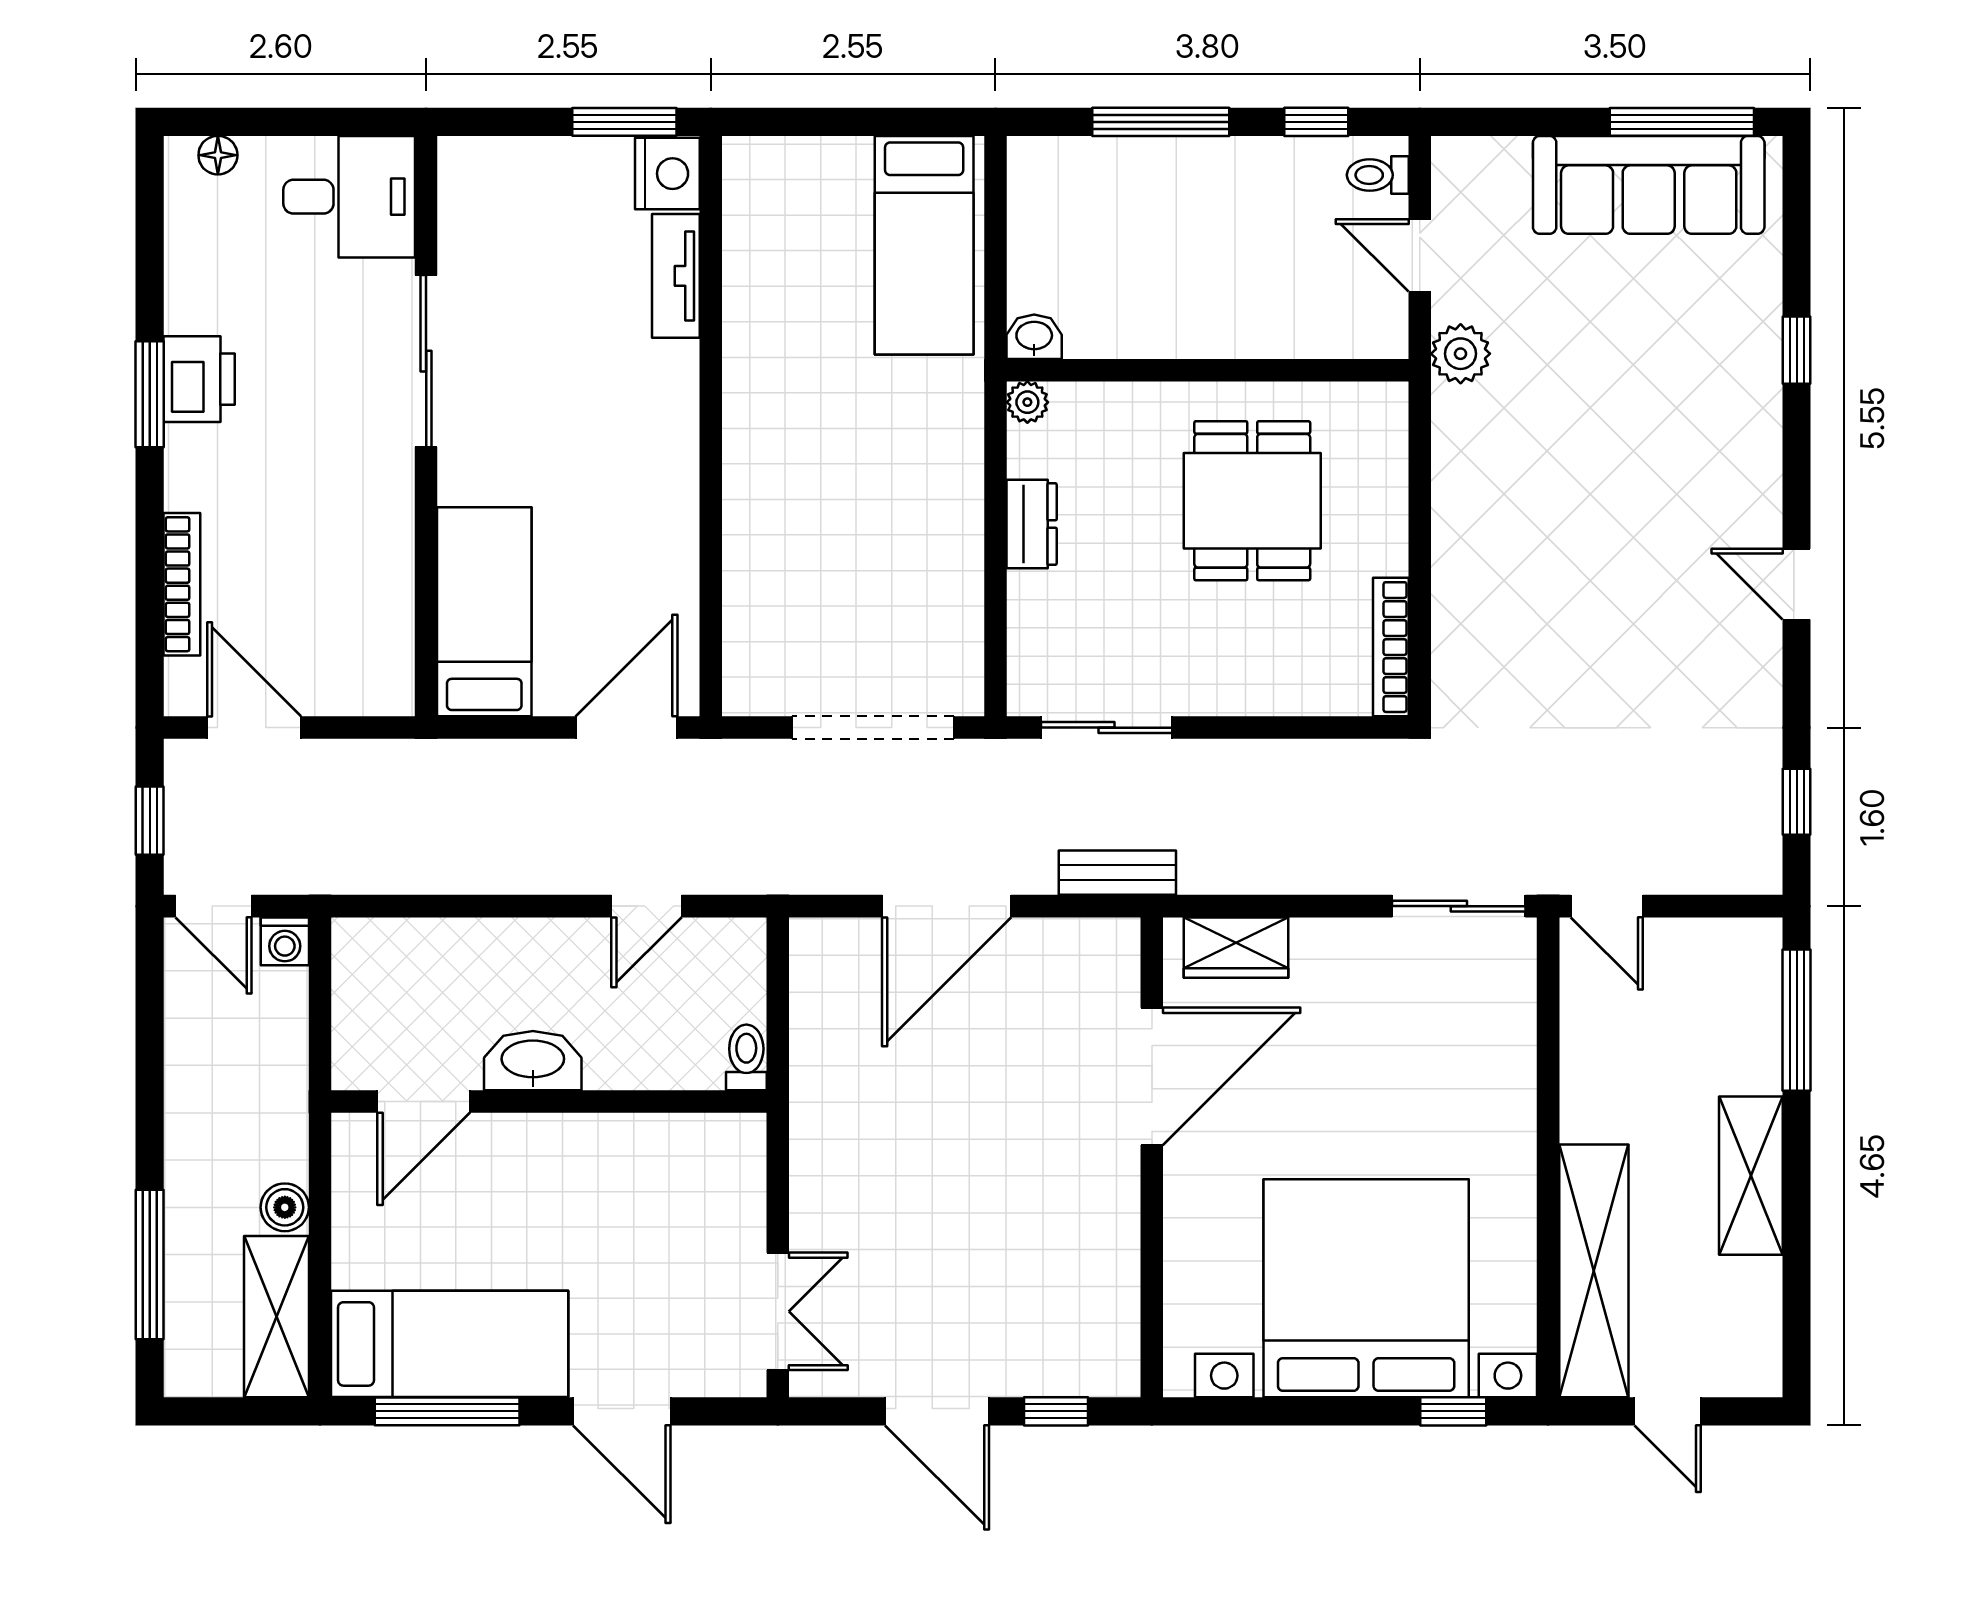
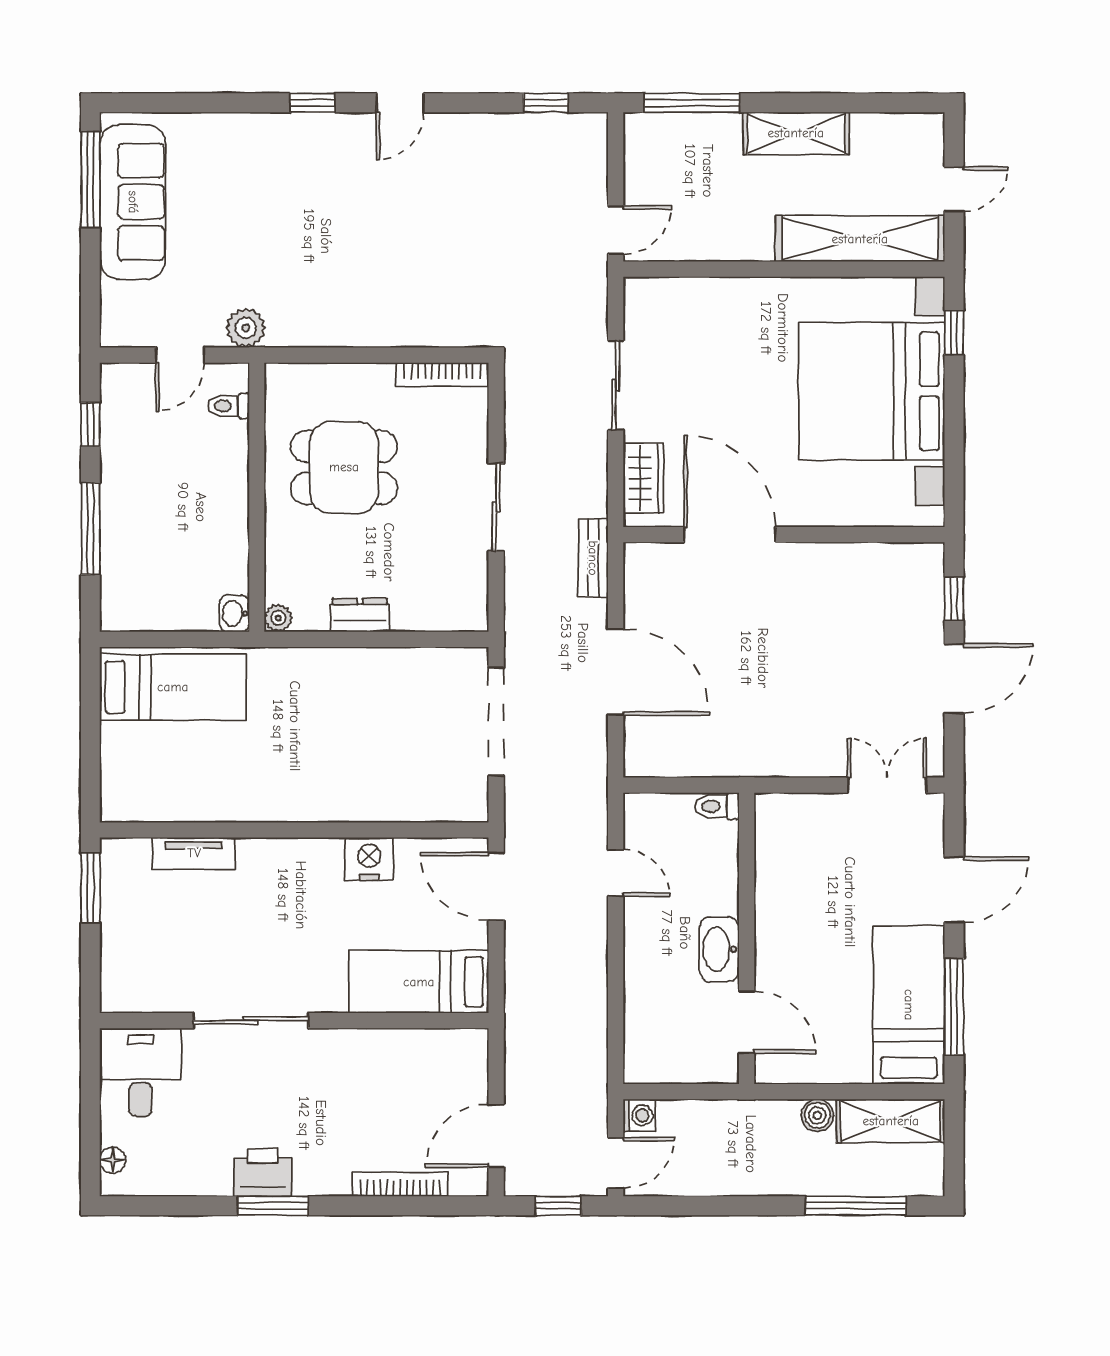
nightstand: (667, 174) -> (369, 859), moved
toilet: (1378, 175) -> (229, 406), moved, turned 90
window: (1797, 350) -> (312, 103), moved
sliding door: (1107, 728) -> (496, 507), moved
sliding door: (1459, 906) -> (616, 385), moved

